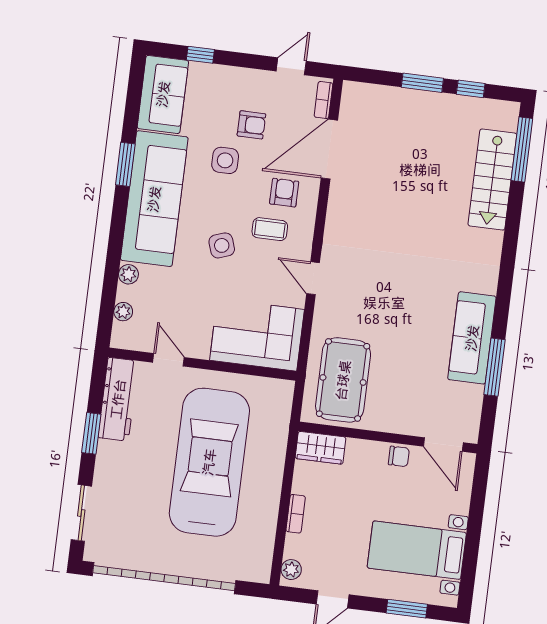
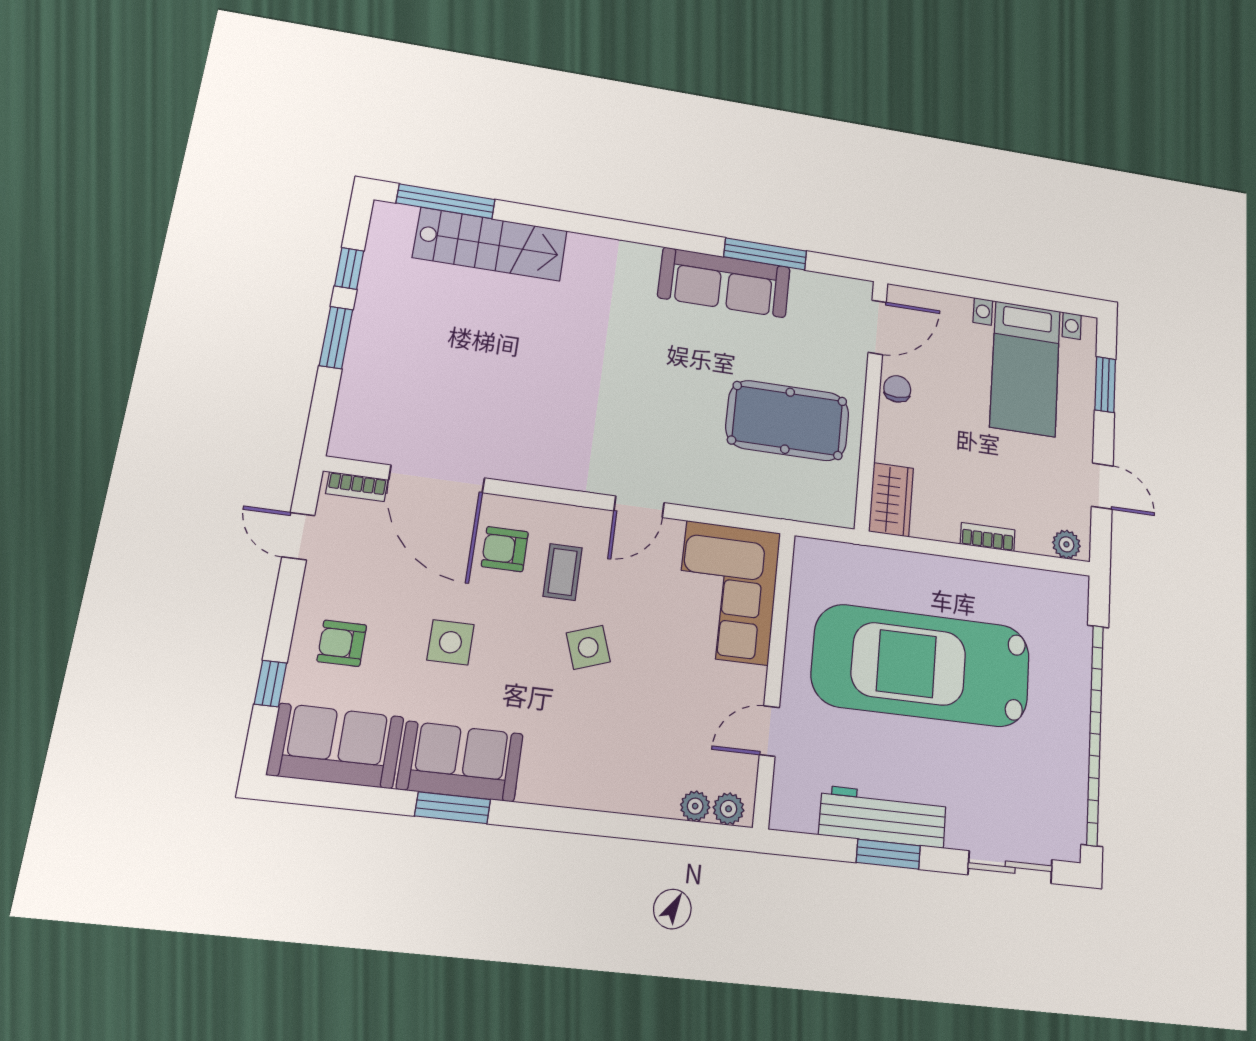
armchair: (251, 125) -> (342, 643), moved, turned -90
sofa: (154, 199) -> (460, 761), width x0.54, depth x0.79
plant: (128, 274) -> (729, 809), moved
pool table: (343, 380) -> (788, 421), moved
workbench: (118, 399) -> (883, 817), moved

